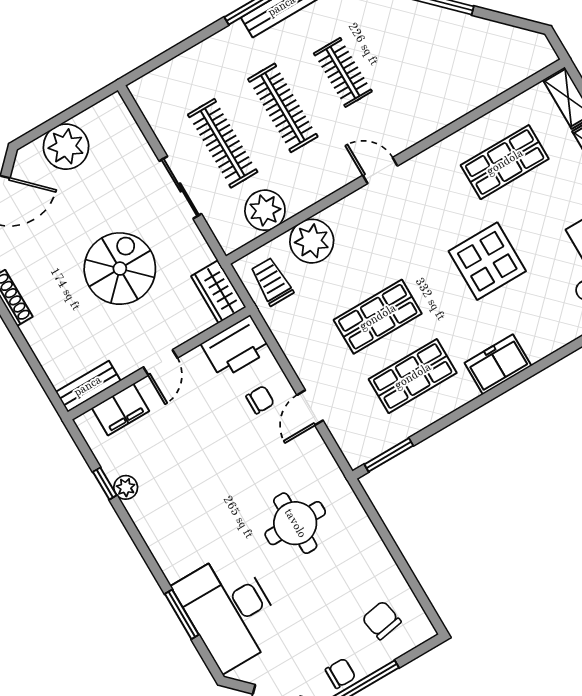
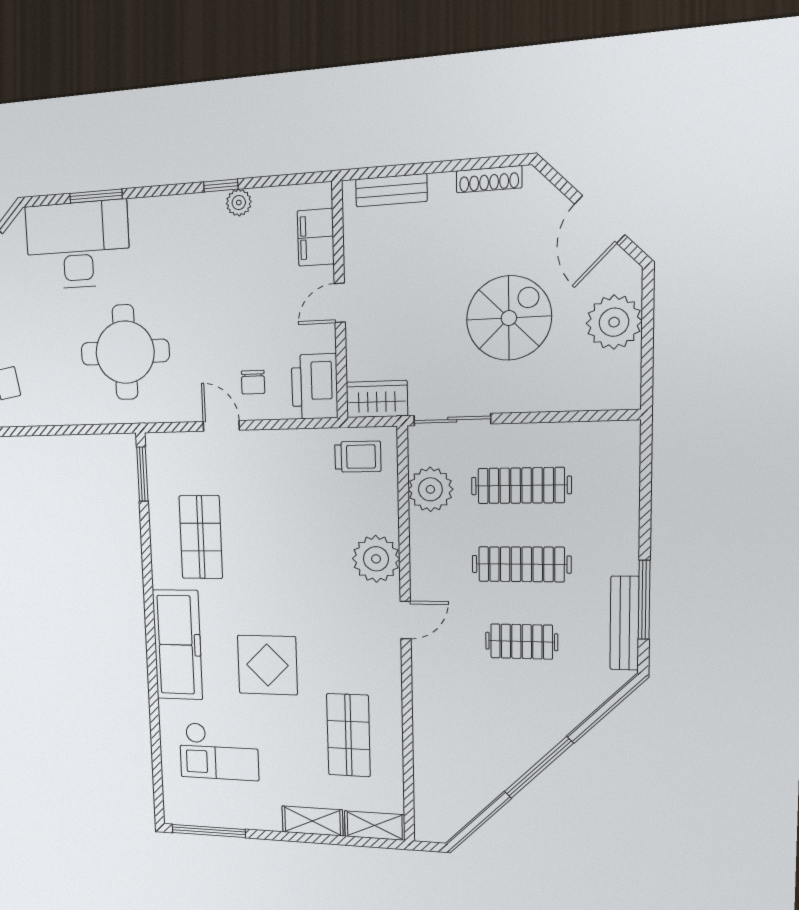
sliding door: (180, 187) -> (452, 420), moved
plant: (312, 241) -> (376, 559), moved
spiral stairs: (120, 269) -> (509, 318), moved, turned -90
shop shelf: (378, 317) -> (271, 537), removed
door: (160, 363) -> (340, 303), hinge flipped
freezer: (498, 364) -> (177, 645), width x1.91, depth x1.26
bench: (88, 386) -> (391, 190), moved, turned 90
window: (105, 484) -> (221, 186), moved
round table: (295, 523) -> (125, 352), width x1.36, depth x1.36

